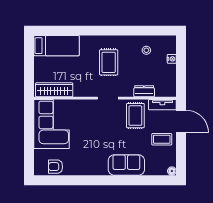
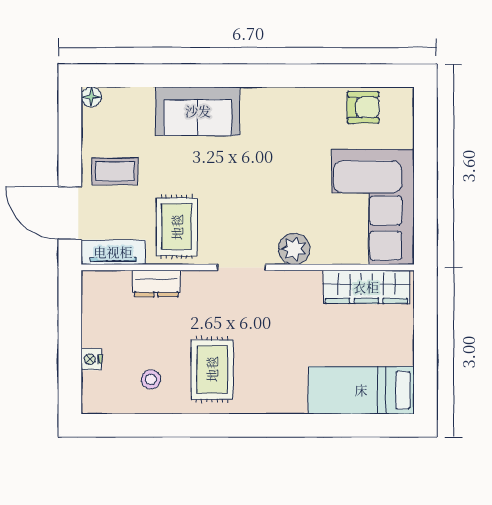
rug: (109, 62) -> (212, 369), moved
plant: (85, 106) -> (294, 249), added

